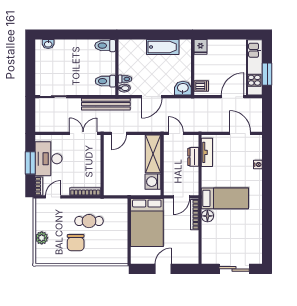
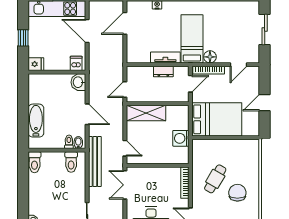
window: (226, 34) -> (23, 38), added
bathtub: (163, 47) -> (36, 121), moved
tv unit: (207, 152) -> (165, 57), moved
dresser: (193, 157) -> (163, 72), moved
washing machine: (153, 182) -> (181, 138), moved, turned 90
door: (181, 197) -> (190, 84), hinge flipped
cafe table: (89, 221) -> (215, 179), turned 30
chair: (76, 243) -> (237, 193), turned -90
door: (200, 244) -> (238, 65), added
door: (163, 269) -> (265, 103), hinge flipped

